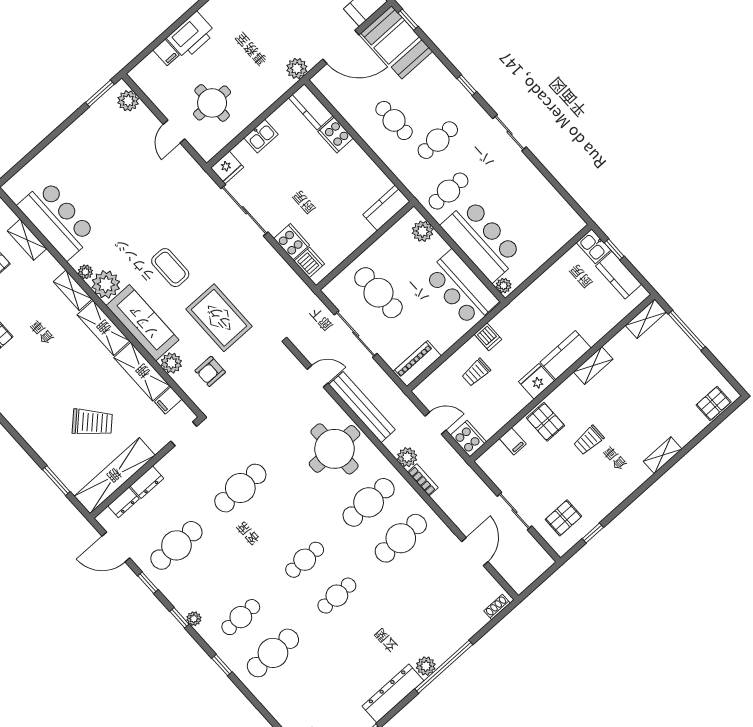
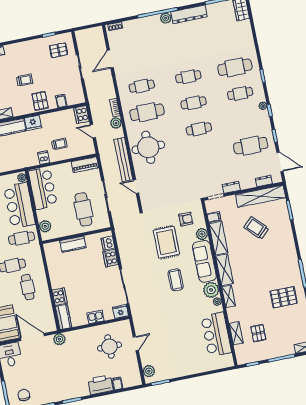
kitchen counter: (386, 208) -> (73, 244), moved
dresser: (147, 482) -> (231, 187), moved
cafe table: (240, 488) -> (199, 129), moved, width x0.73, depth x0.74
cafe table: (401, 538) -> (142, 86), width x0.73, depth x0.74

